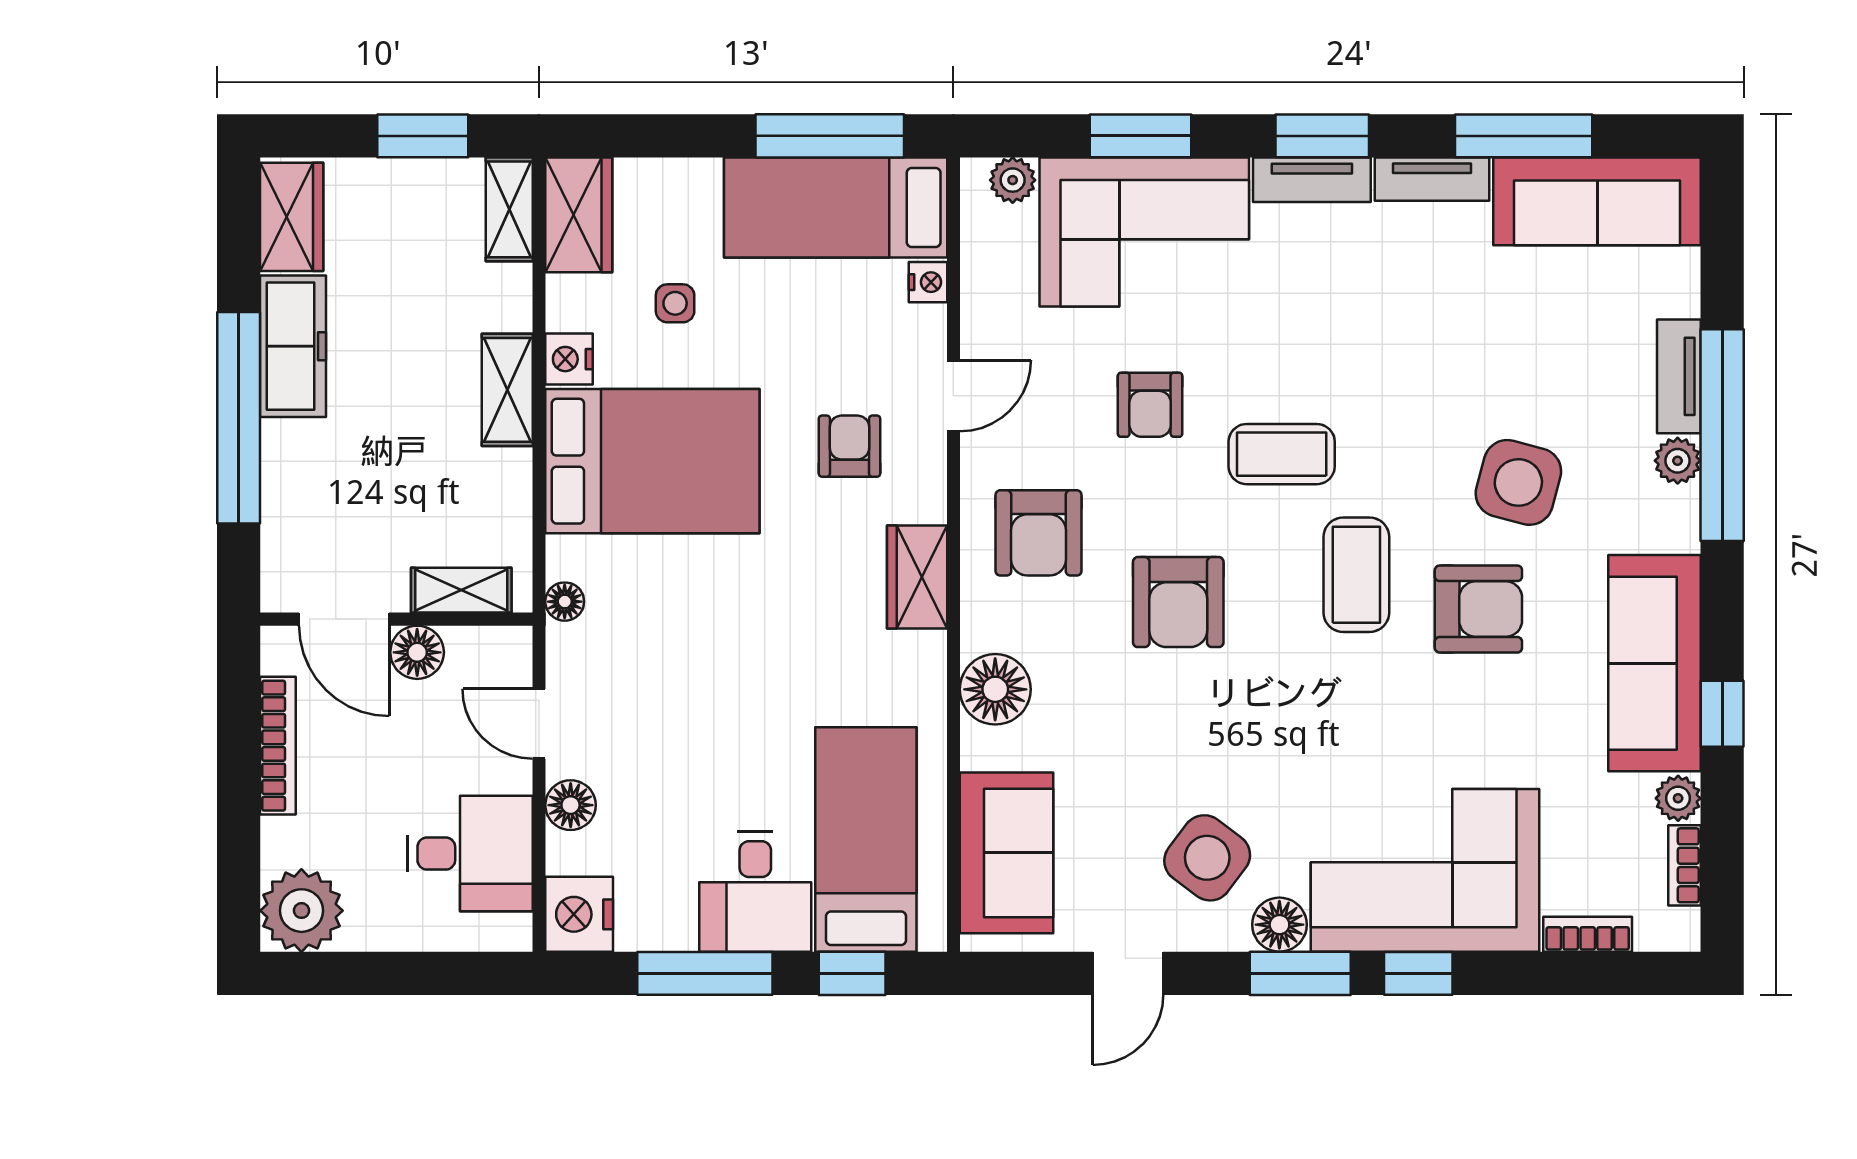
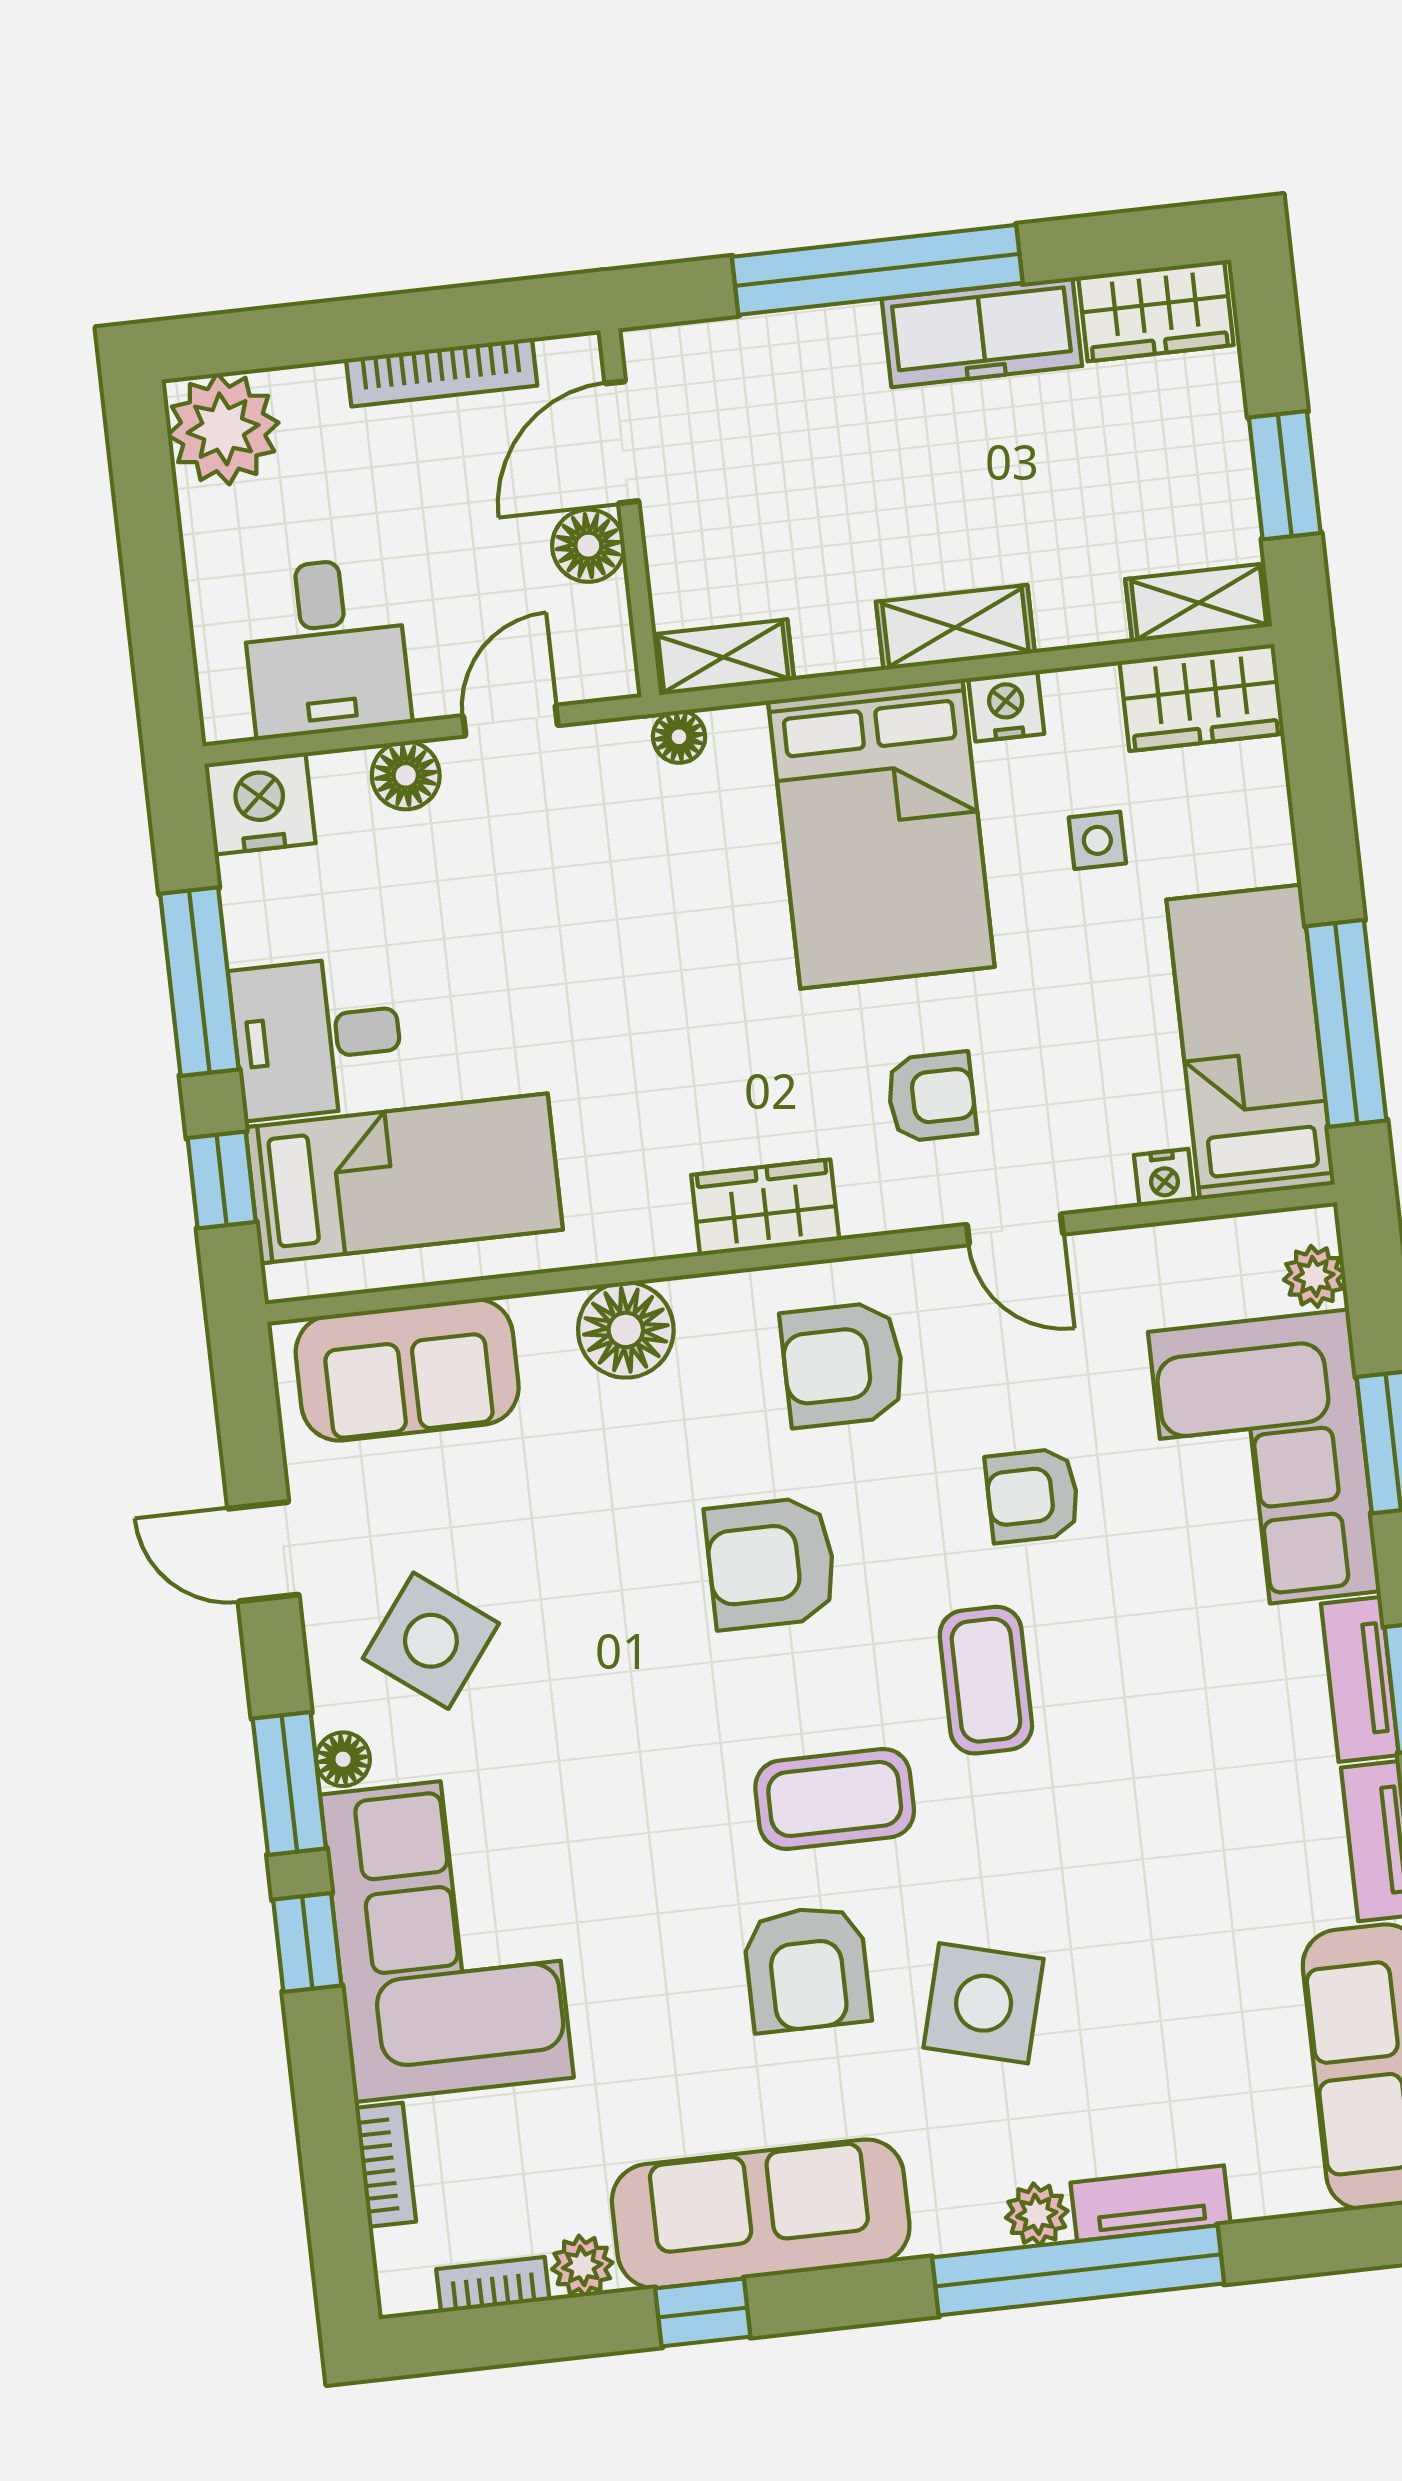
shelving: (461, 590) -> (723, 657), moved, turned 90
floor lamp: (1279, 925) -> (343, 1759), width x0.73, depth x0.73

